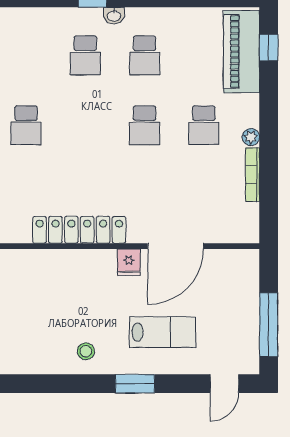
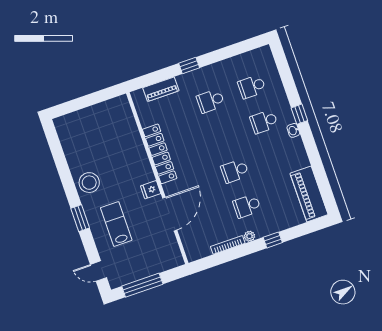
window: (269, 47) -> (273, 240), moved
piano: (241, 52) -> (309, 194), moved, turned -90
school desk: (145, 55) -> (252, 87), moved
door: (176, 246) -> (170, 214), swing flipped
lab bench: (163, 332) -> (116, 224), turned 180
stool: (86, 351) -> (89, 183), width x1.89, depth x1.89

